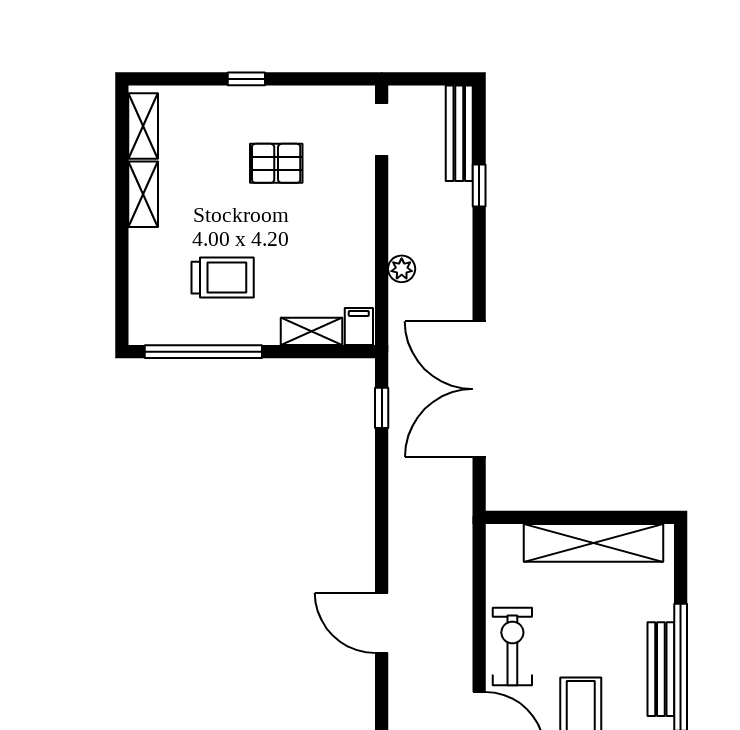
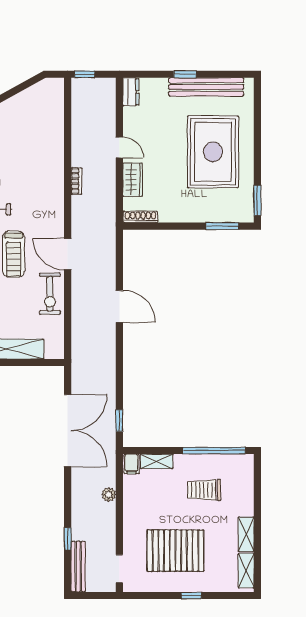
pallet: (276, 163) -> (175, 551), width x2.05, depth x2.00

